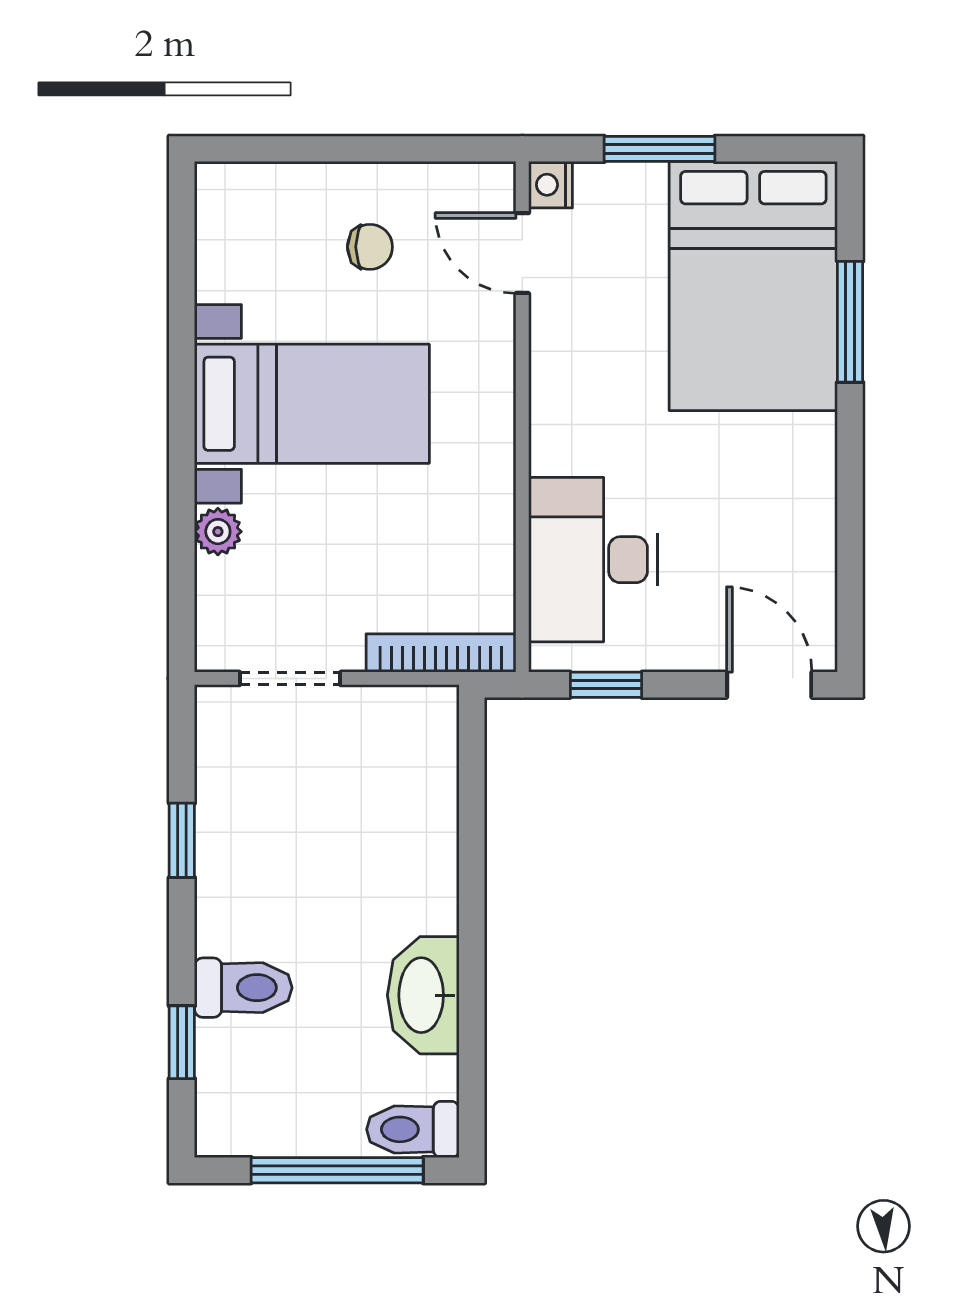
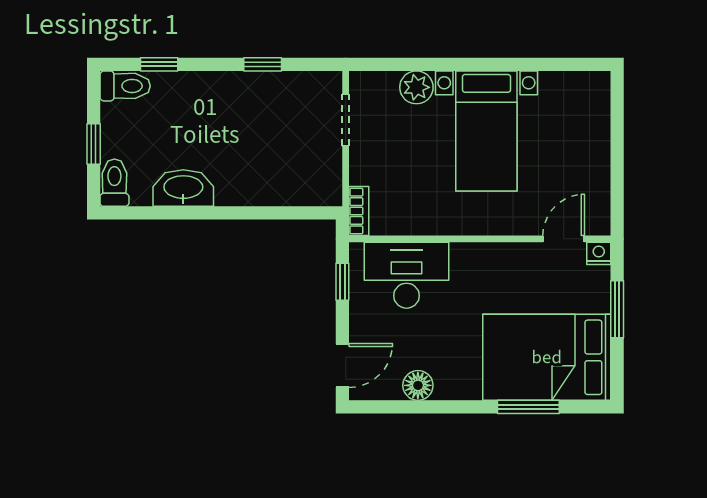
chair: (370, 247) -> (567, 161), removed
plant: (218, 532) -> (416, 87), width x1.38, depth x1.38
floor lamp: (808, 537) -> (418, 385), added
bookcase: (441, 653) -> (359, 211), width x0.64
toilet: (243, 988) -> (125, 86), moved, turned -90
window: (337, 1170) -> (94, 144), width x0.46

